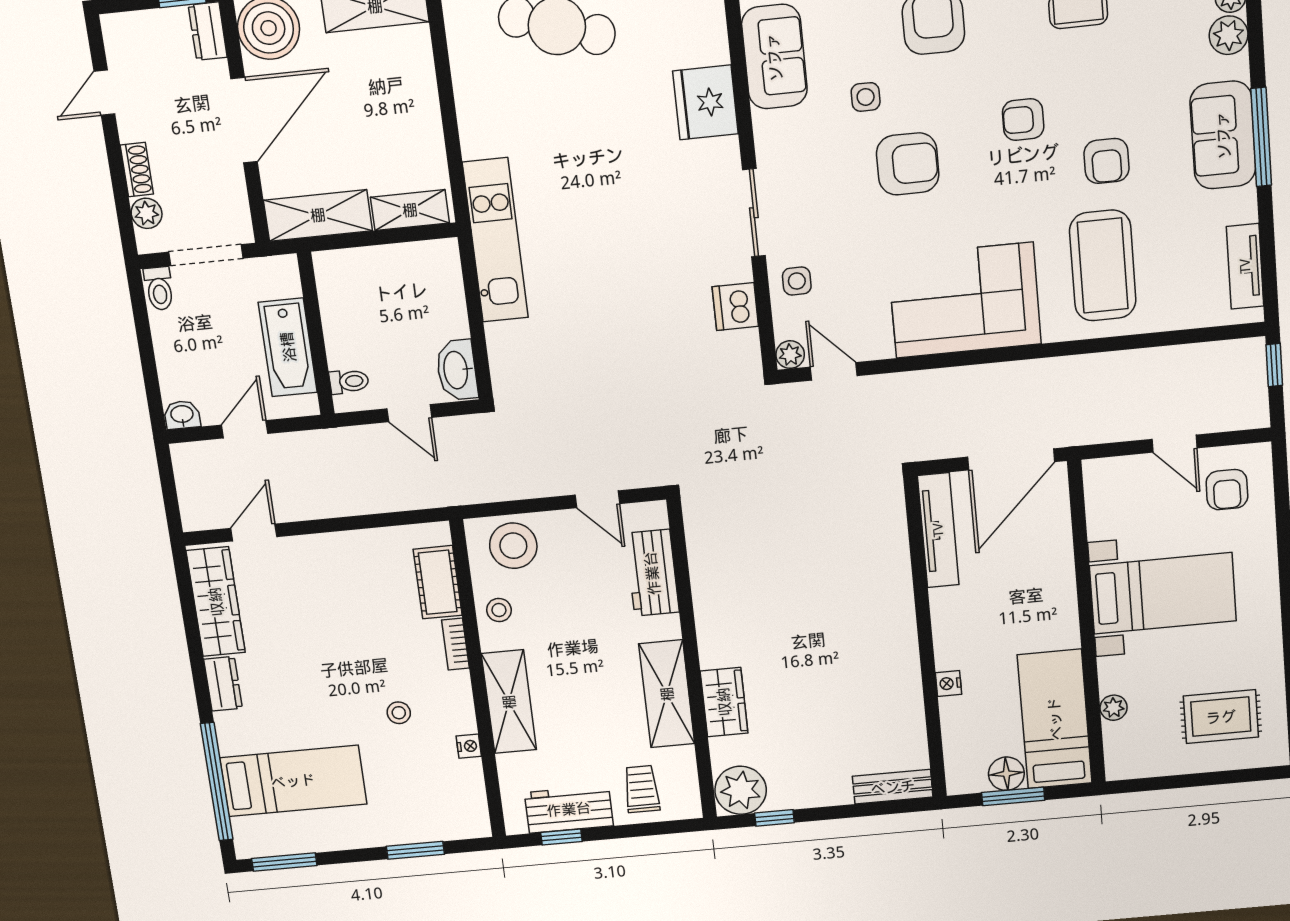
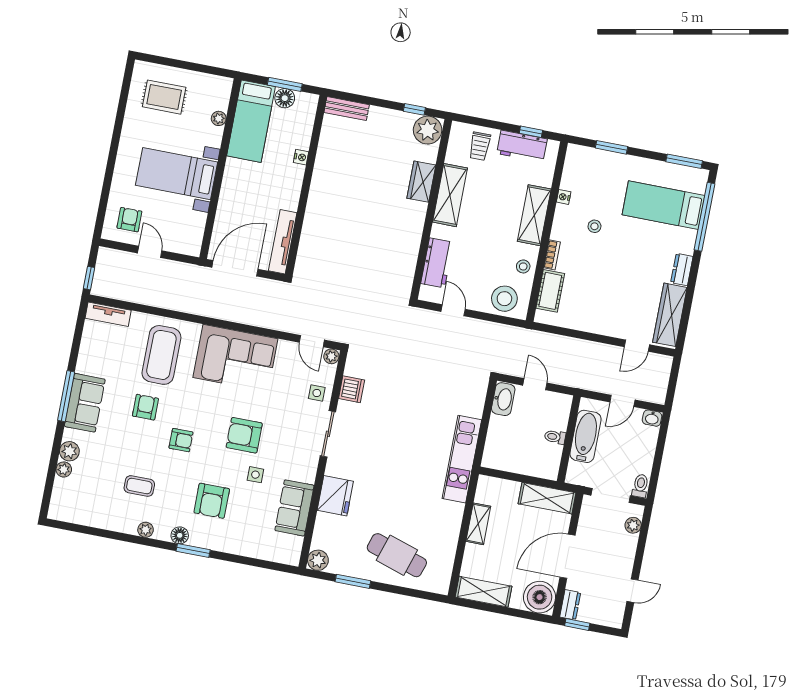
shoe rack: (137, 170) -> (630, 548), removed
shelving: (410, 210) -> (478, 524), moved, turned 90
tv unit: (1245, 266) -> (108, 314), moved, turned 90
toilet: (349, 382) -> (555, 437), moved

